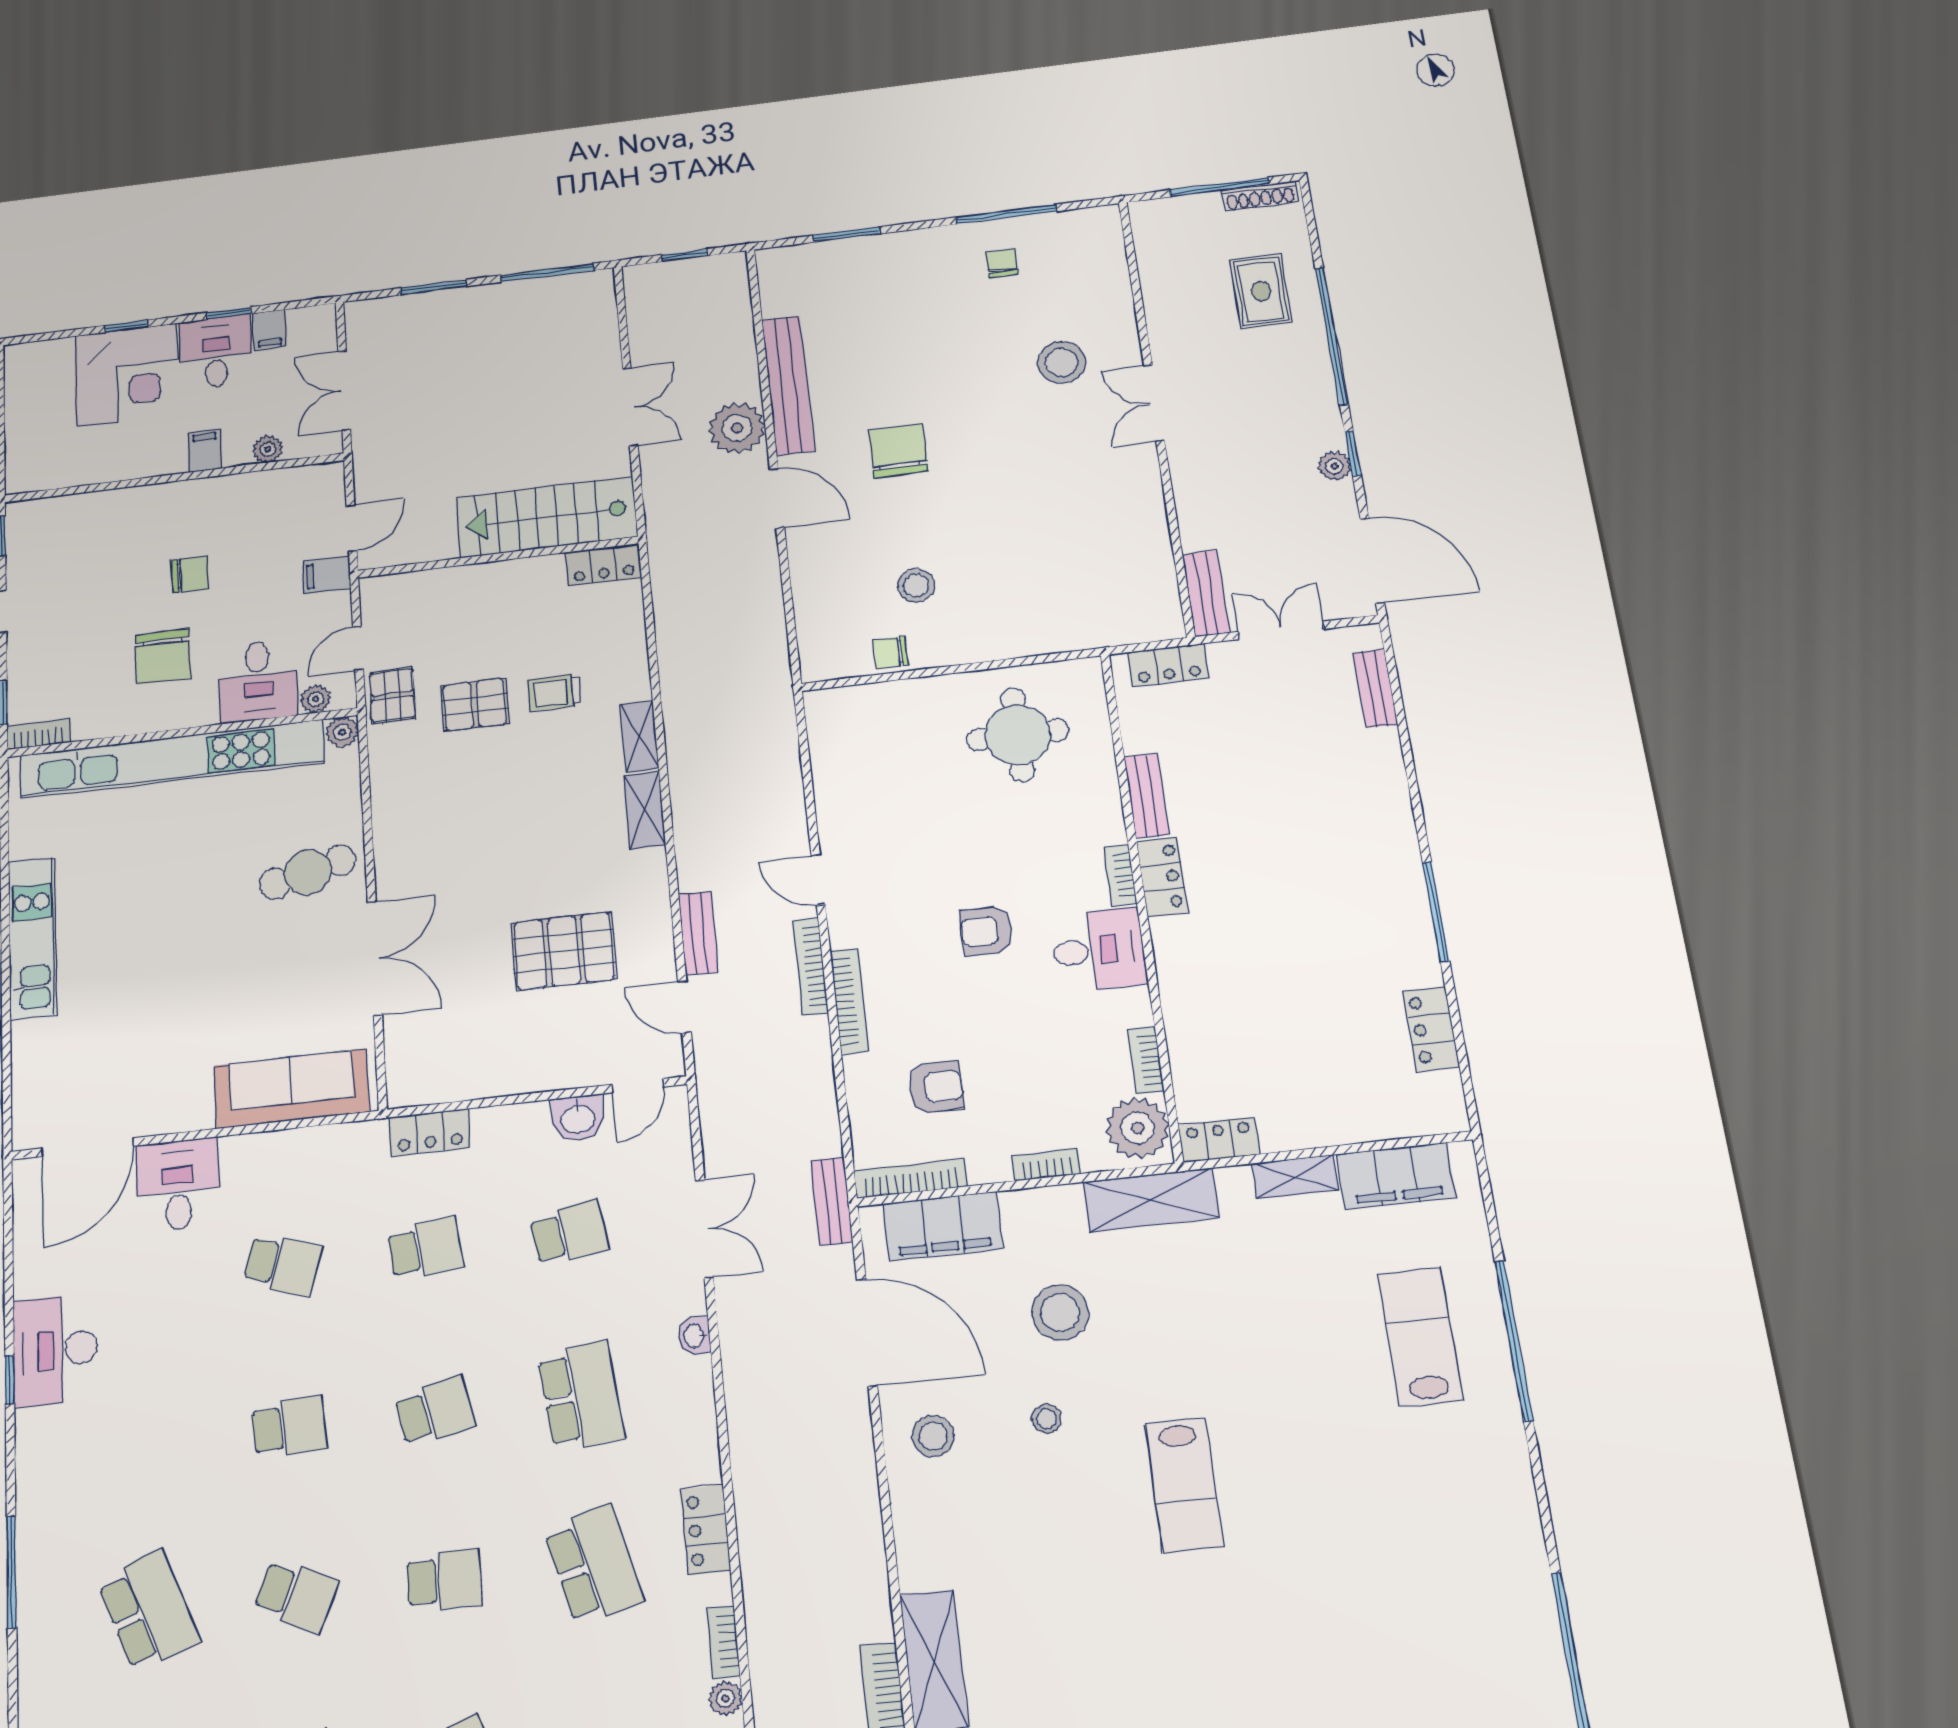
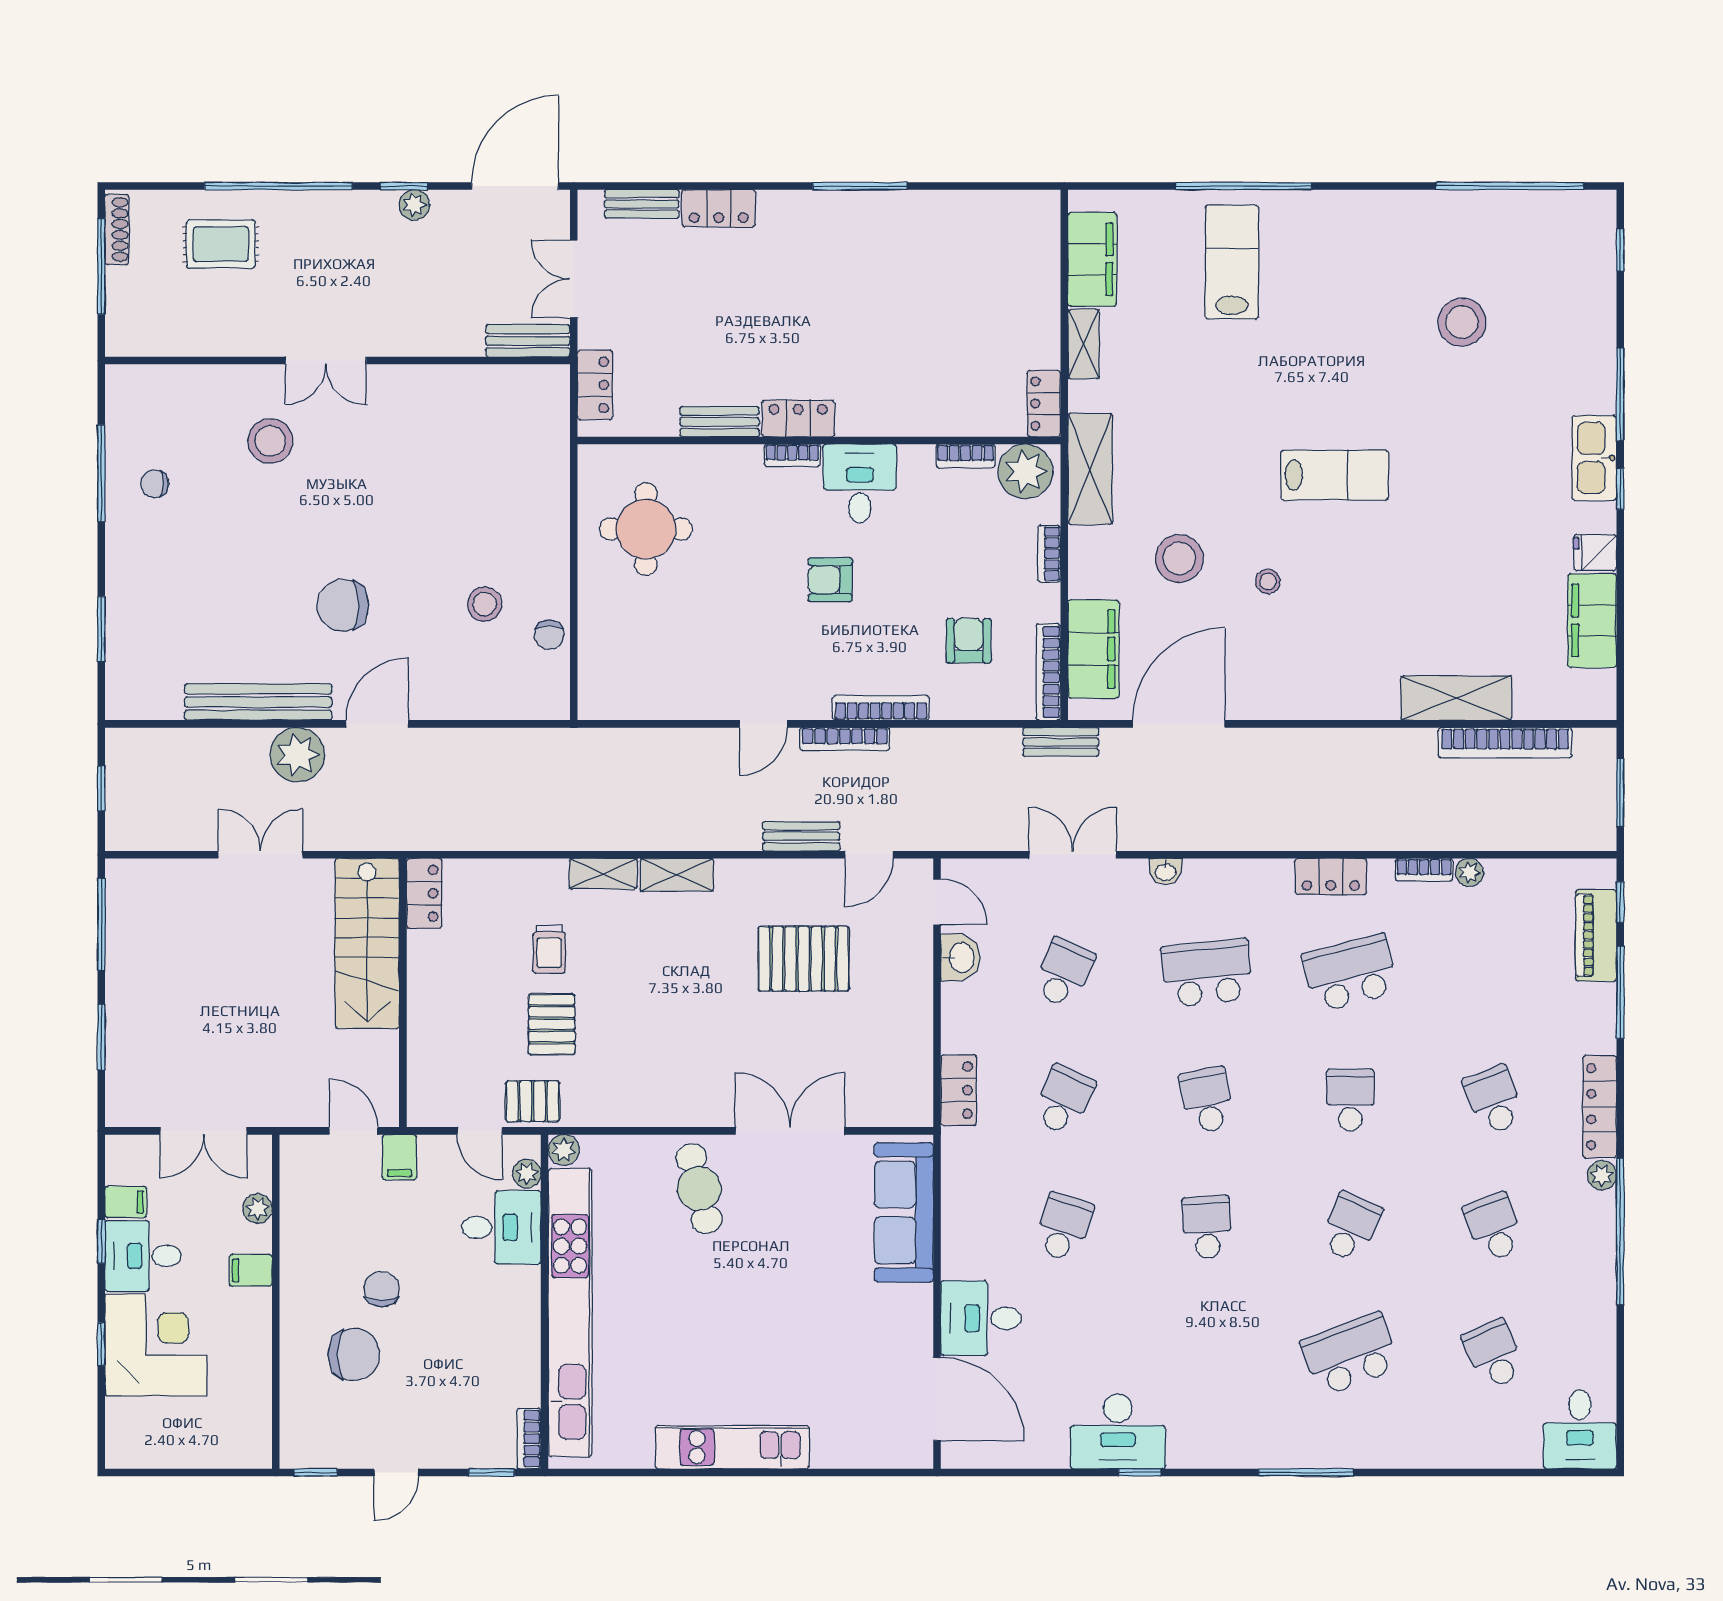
chair: (163, 657) -> (354, 1354), moved
armchair: (987, 931) -> (830, 580), turned 90
pallet: (564, 951) -> (804, 959), turned 90
locker: (1431, 1029) -> (719, 208), moved
school desk: (569, 1233) -> (1064, 973), turned 33
school desk: (425, 1249) -> (1064, 1100), turned 30
lab bench: (1420, 1336) -> (1232, 262), turned 90
stool: (933, 1436) -> (1462, 322), moved, width x1.38, depth x1.38

